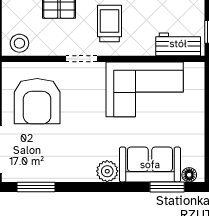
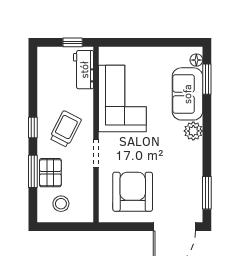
trolley: (109, 24) -> (65, 129), turned 117
stool: (19, 43) -> (61, 204), moved
armchair: (37, 101) -> (133, 192), turned -90

